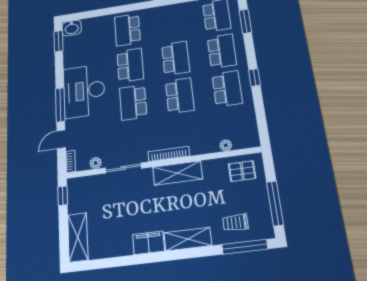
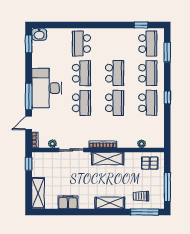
school desk: (133, 102) -> (81, 103), turned 180
filing cabinet: (148, 243) -> (68, 202), moved

